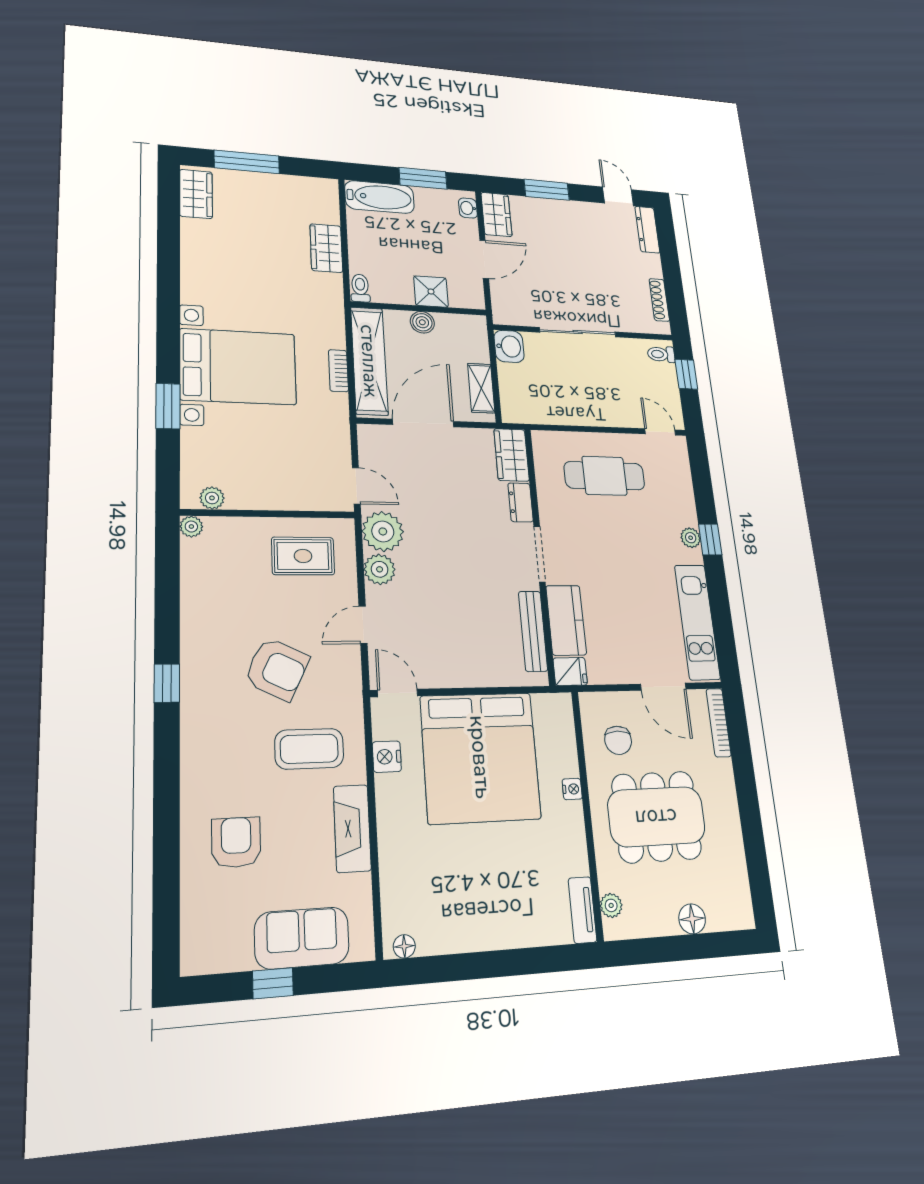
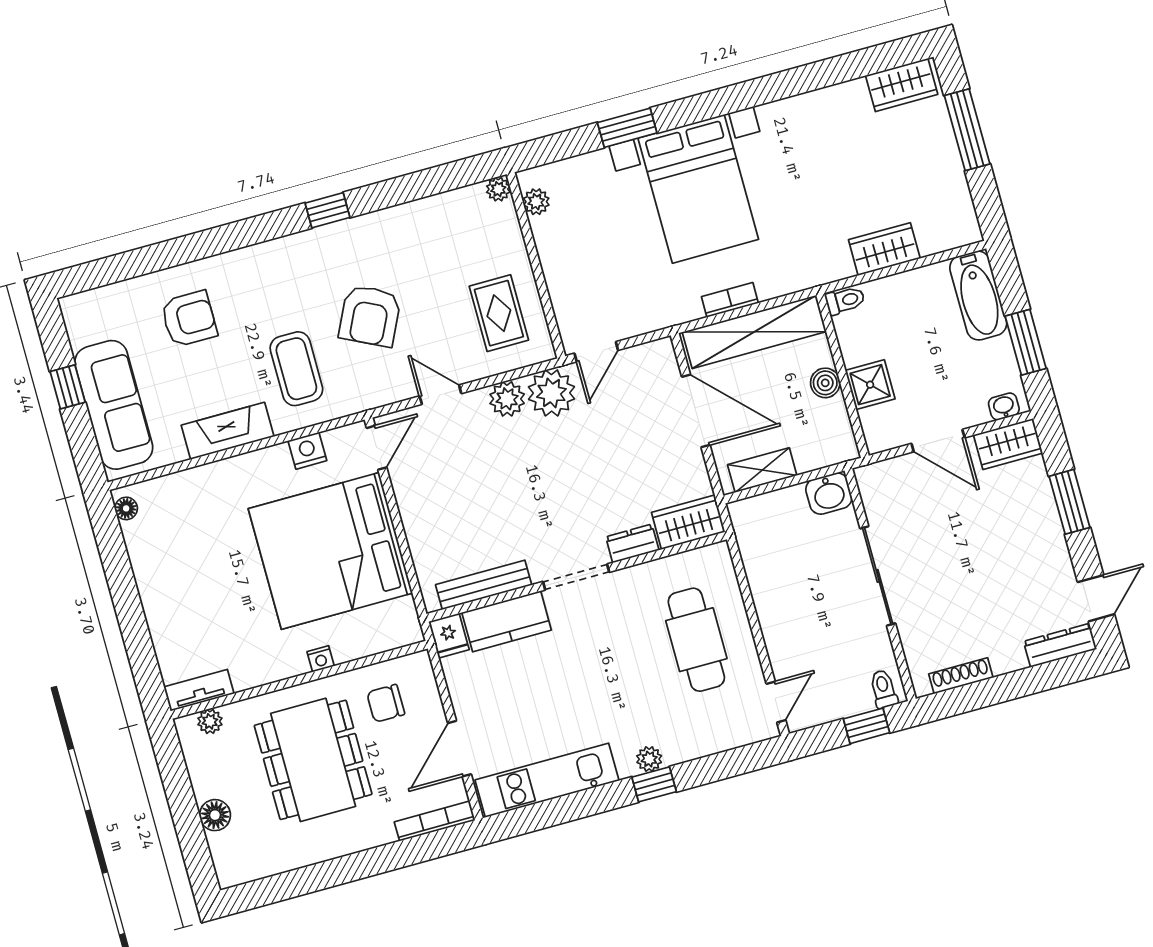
sofa: (302, 938) -> (114, 405), width x1.36

